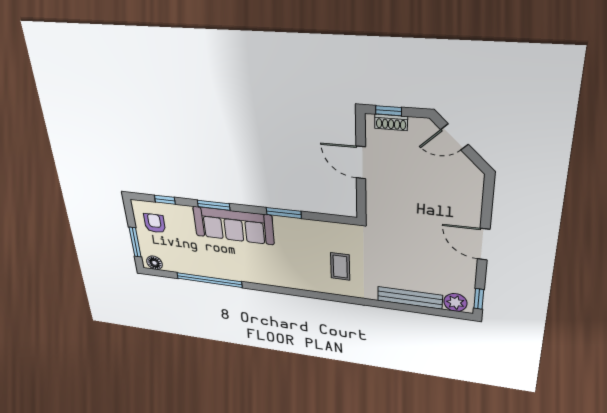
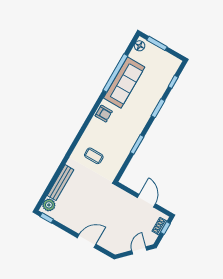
door: (361, 162) -> (146, 201), hinge flipped
armchair: (155, 223) -> (104, 114), moved
sofa: (233, 226) -> (124, 83), moved, turned 180
door: (484, 244) -> (87, 241), moved

